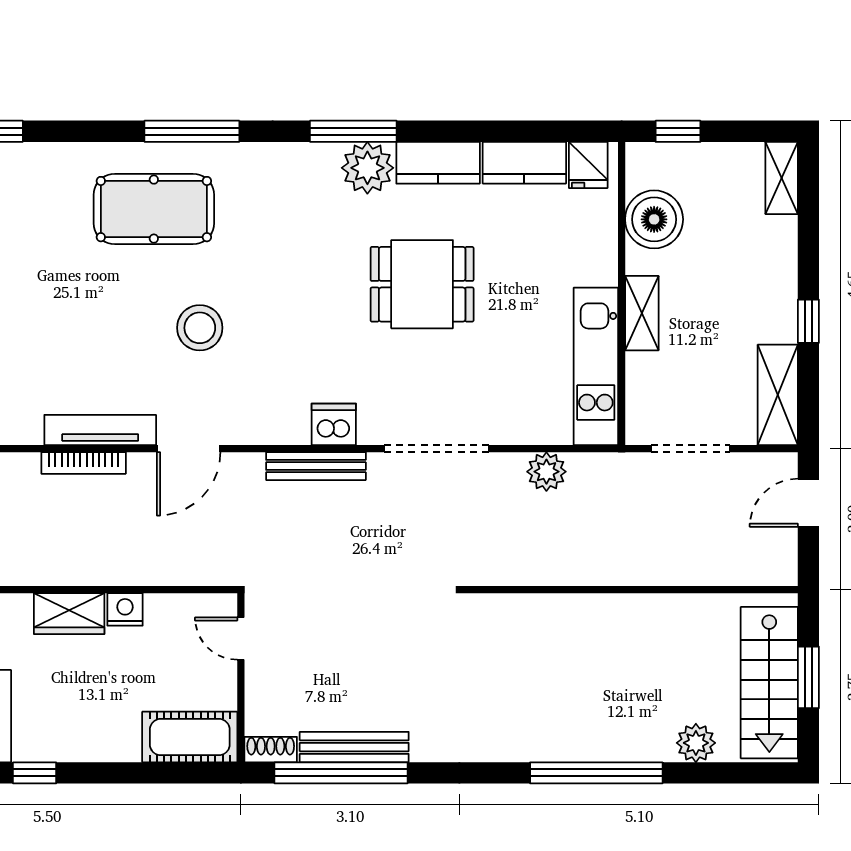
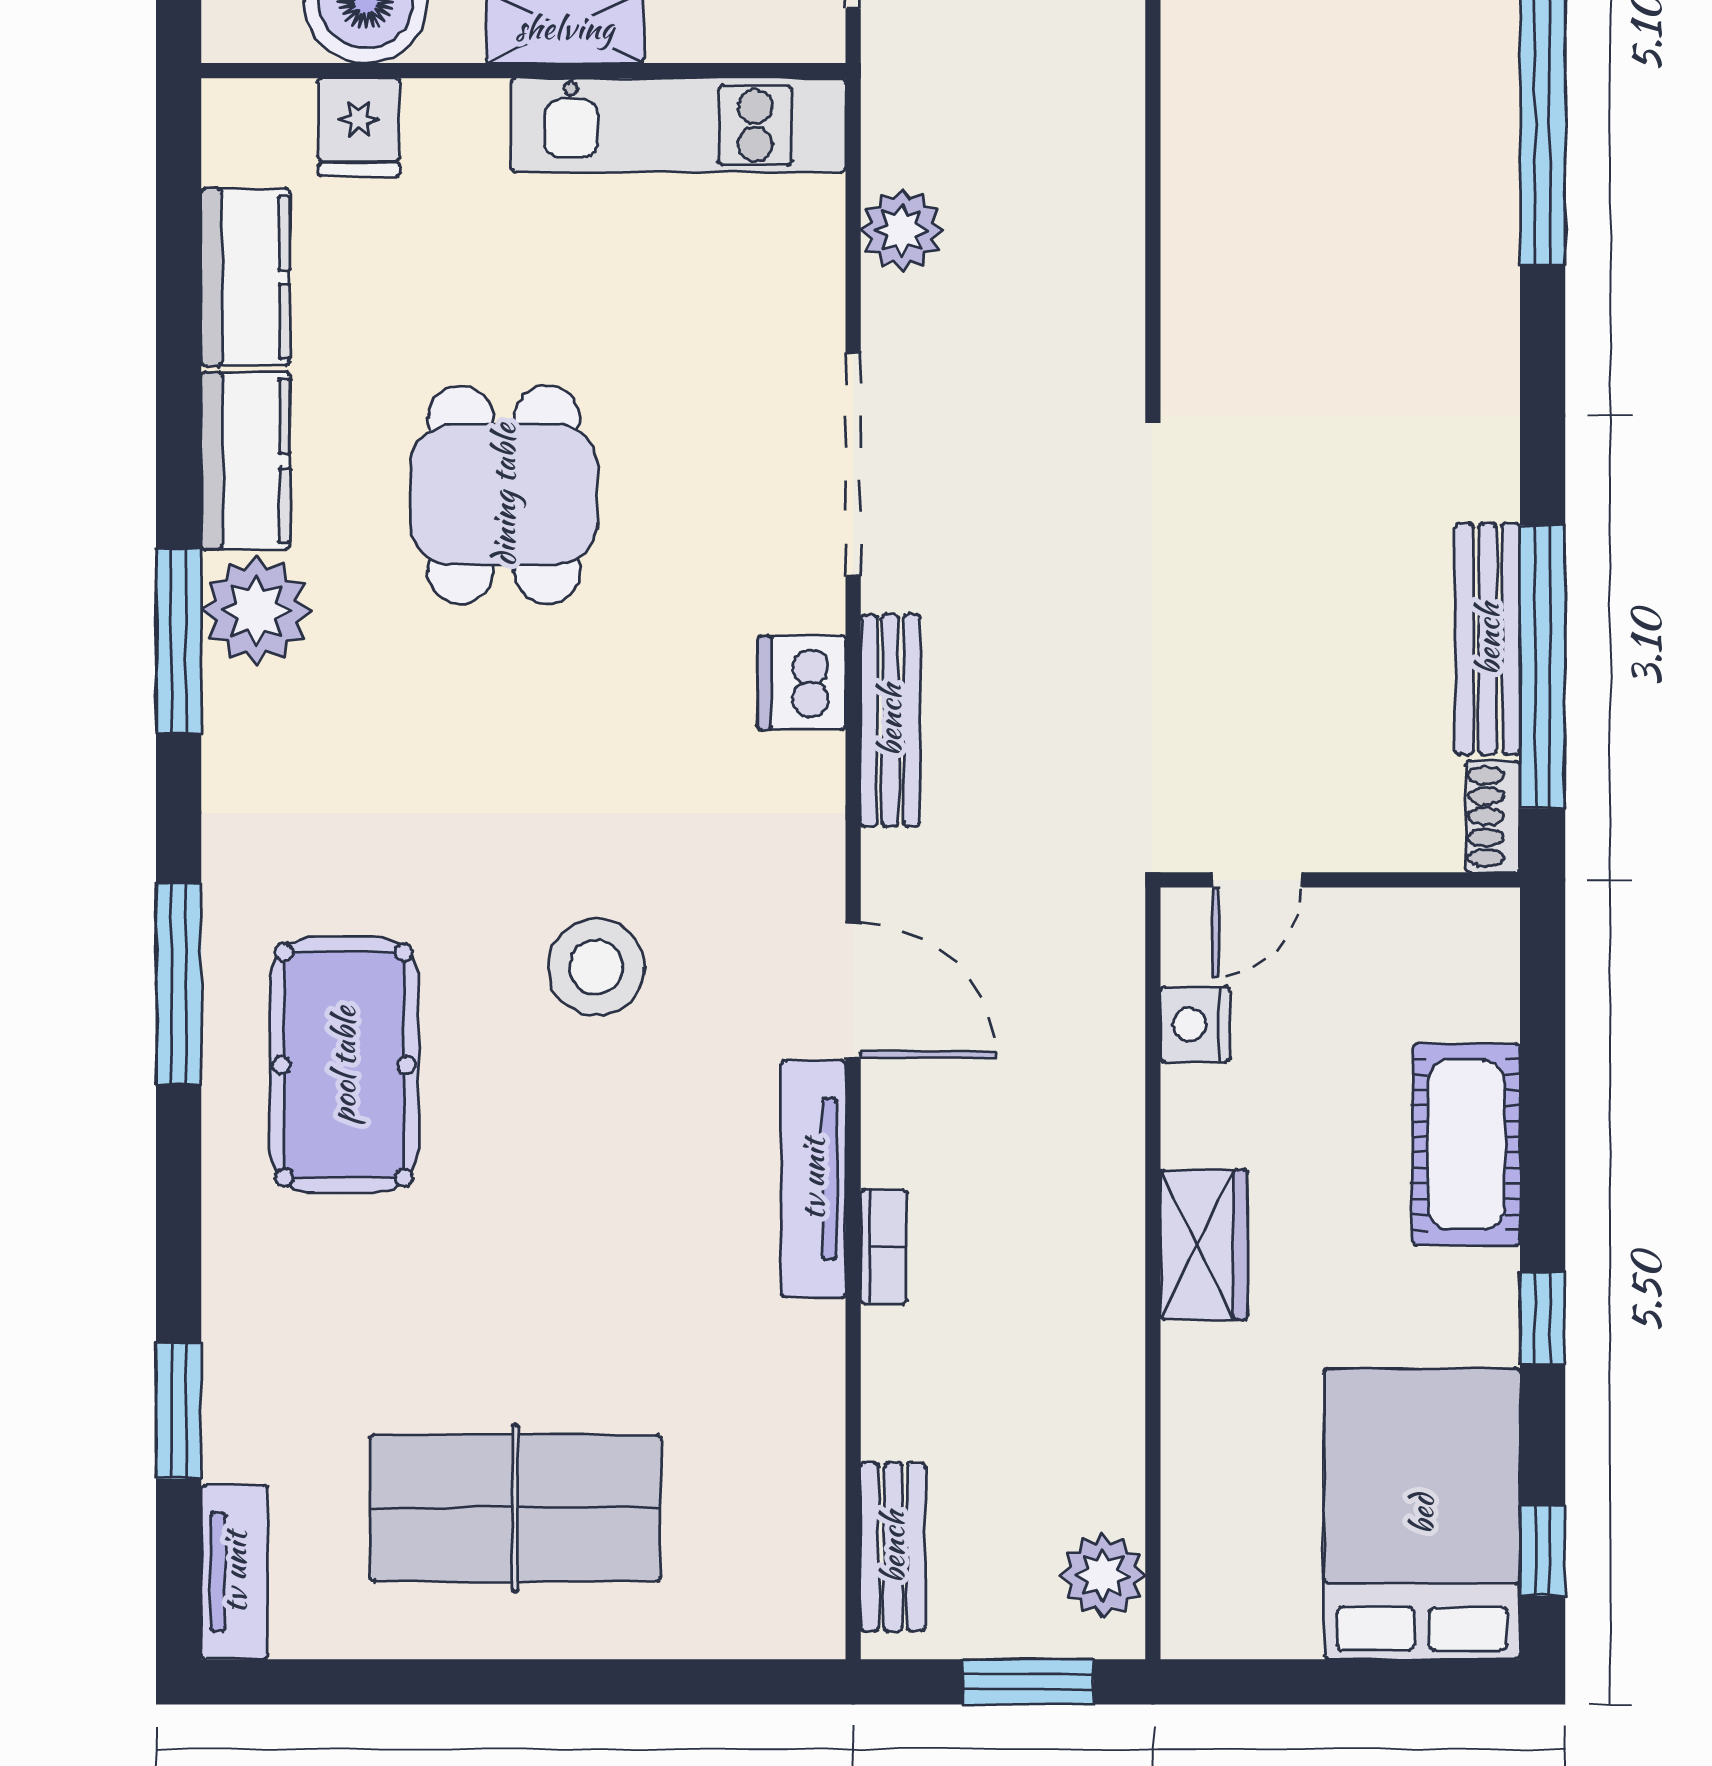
fridge: (588, 165) -> (359, 127), moved, turned 90
bookcase: (84, 463) -> (884, 1247), width x0.64
nightstand: (125, 609) -> (1195, 1024), moved
cot: (190, 737) -> (1466, 1144), moved

